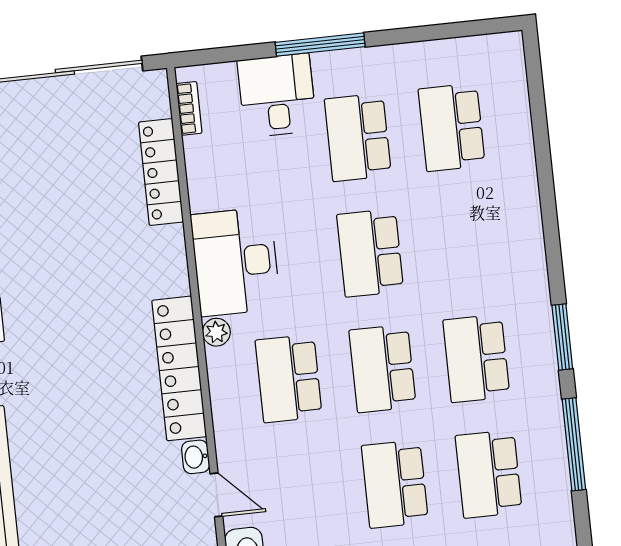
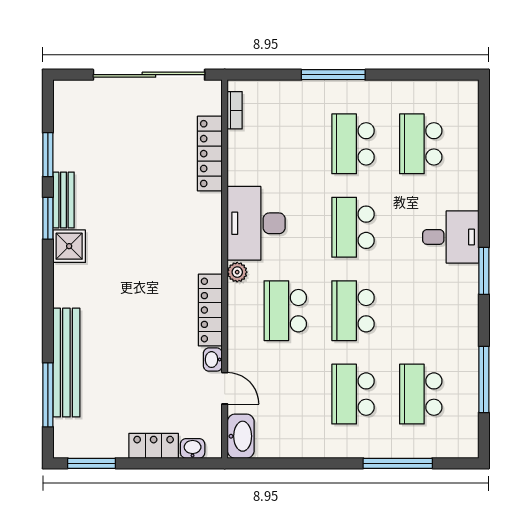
desk: (277, 95) -> (451, 237), moved, turned 90
window: (562, 337) -> (484, 271), moved
school desk: (476, 358) -> (421, 311), removed
locker: (179, 368) -> (210, 310), width x0.71, depth x0.83

